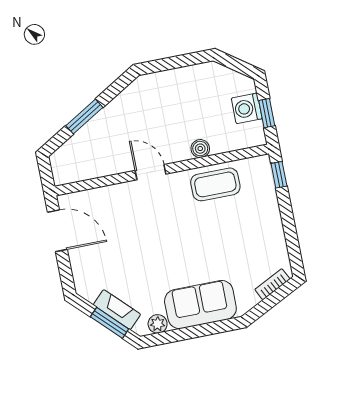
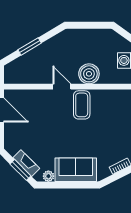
boiler: (200, 149) -> (89, 74), width x1.86, depth x1.86
coffee table: (215, 184) -> (82, 105), moved, turned 90

